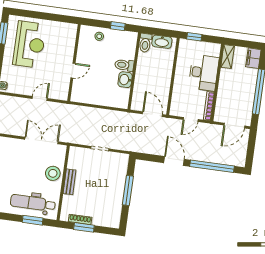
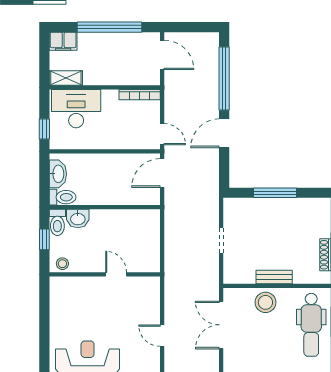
wall: (74, 63) -> (105, 274), moved
toilet: (124, 65) -> (57, 222), moved
door: (73, 71) -> (116, 274), moved
desk: (204, 73) -> (76, 109), moved
washbasin: (125, 80) -> (78, 219), moved
door: (191, 119) -> (162, 134), moved

